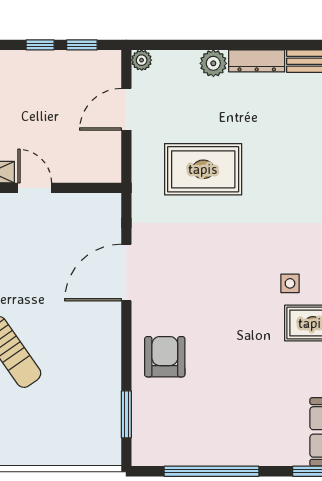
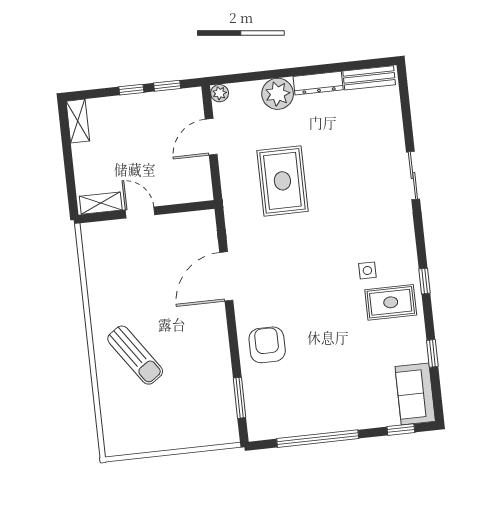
plant: (213, 63) -> (278, 94), width x1.36, depth x1.36
rug: (203, 169) -> (282, 181), turned 90

